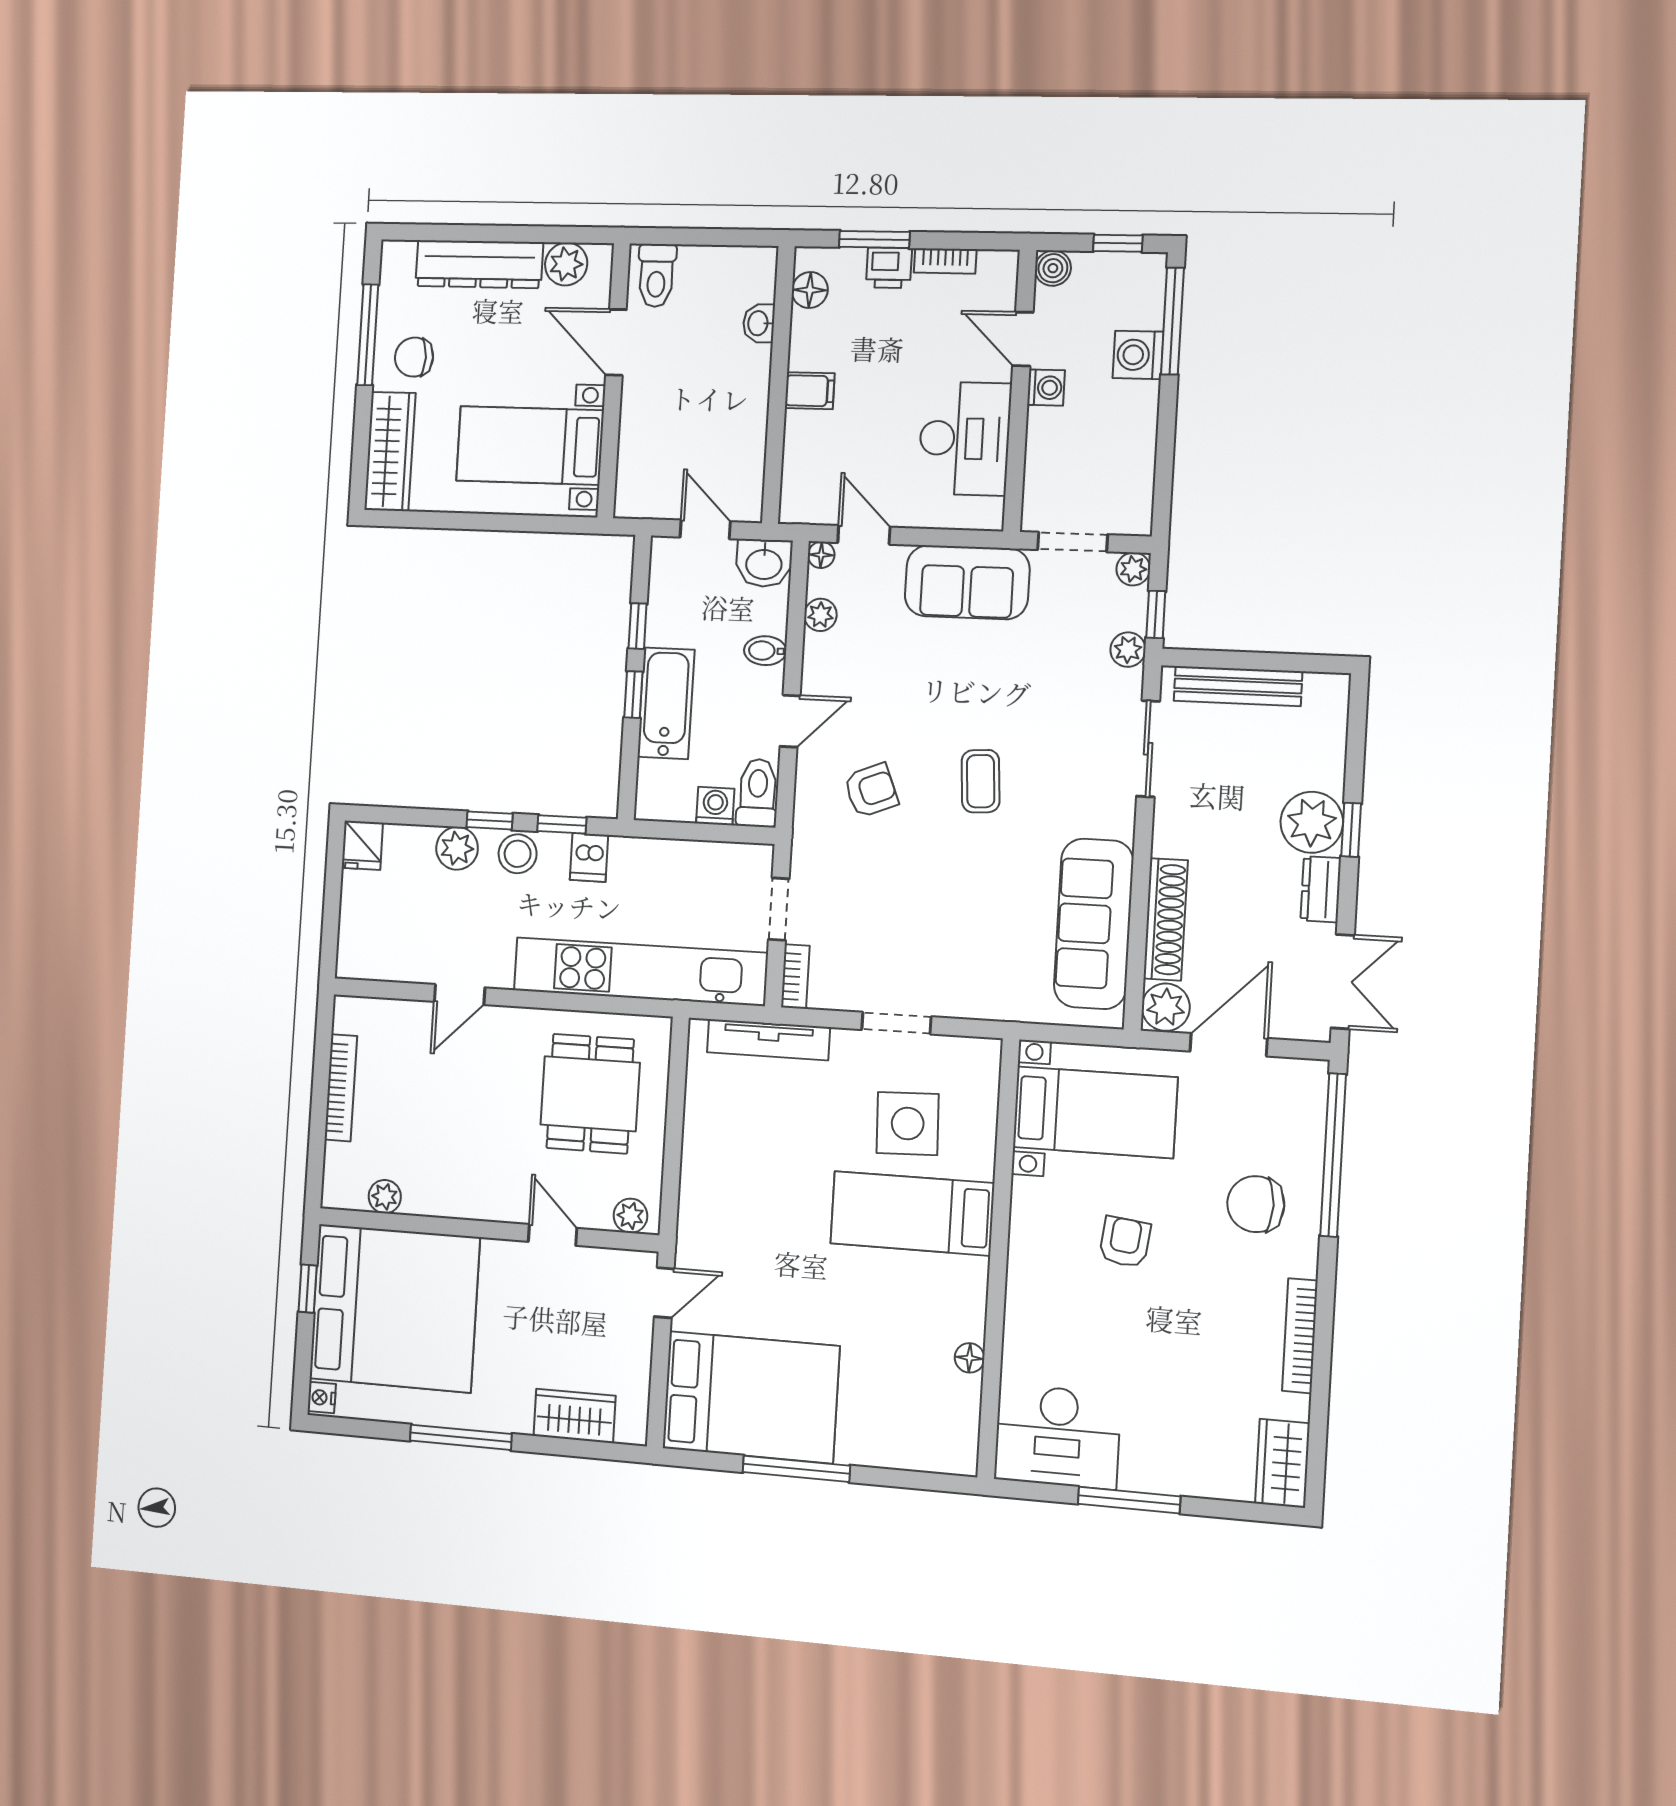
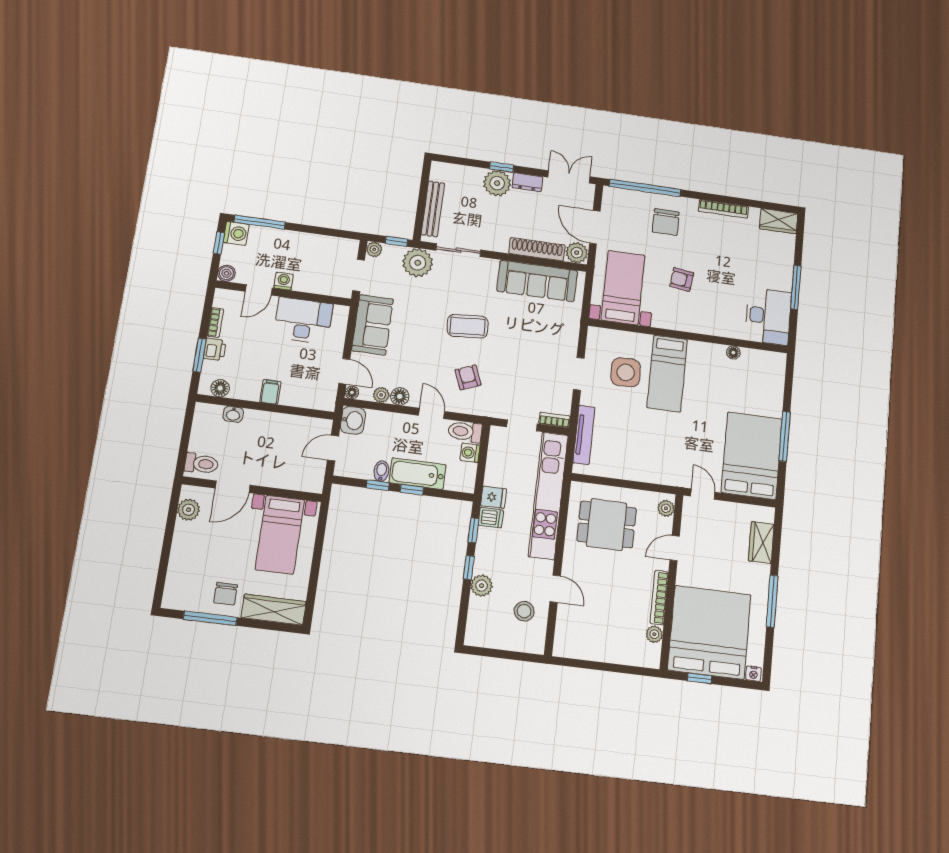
dresser: (479, 264) -> (182, 556), removed
washing machine: (1138, 355) -> (236, 233), moved, turned -90
door: (864, 535) -> (344, 371), swing flipped
plant: (1128, 650) -> (418, 263), width x1.88, depth x1.88
bidet: (765, 651) -> (381, 471), moved, turned 180
floor lamp: (820, 653) -> (400, 396), added
coffee table: (981, 781) -> (467, 326), width x1.36, depth x1.30
fridge: (362, 845) -> (494, 497), moved
stool: (518, 854) -> (524, 611), moved
bookcase: (341, 1088) -> (659, 598), moved, turned -90

